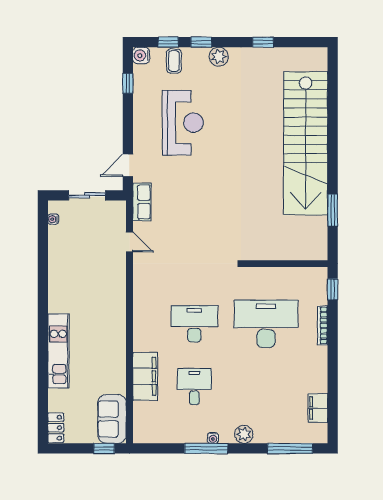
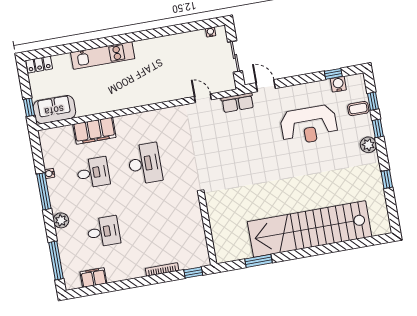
water cooler: (141, 55) -> (338, 84), moved
door: (129, 242) -> (203, 98), swing flipped
desk: (266, 324) -> (104, 232), moved, width x0.53, depth x0.77
water cooler: (213, 438) -> (50, 173), moved

